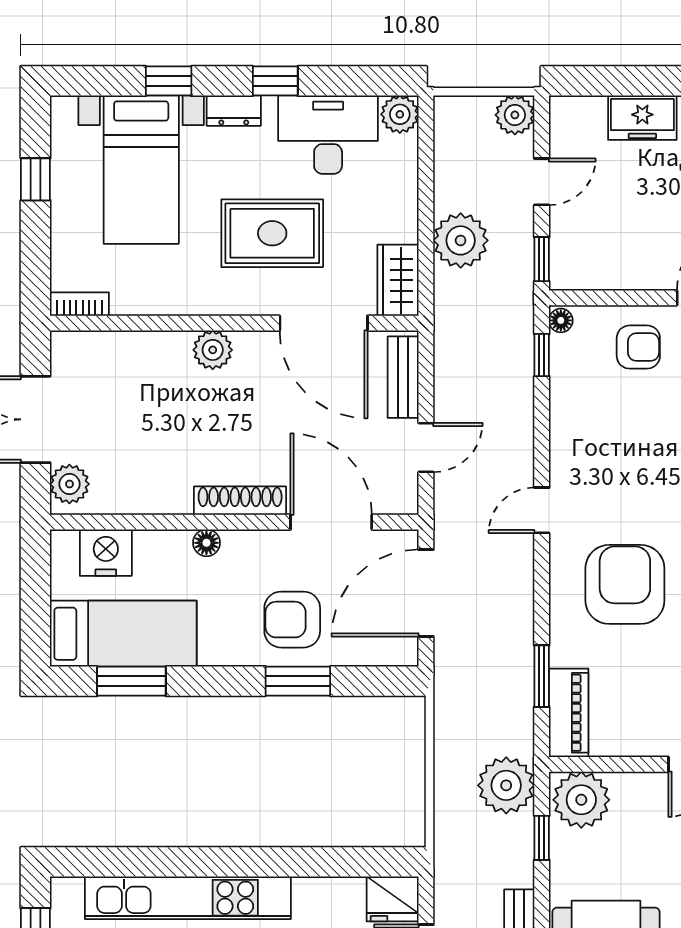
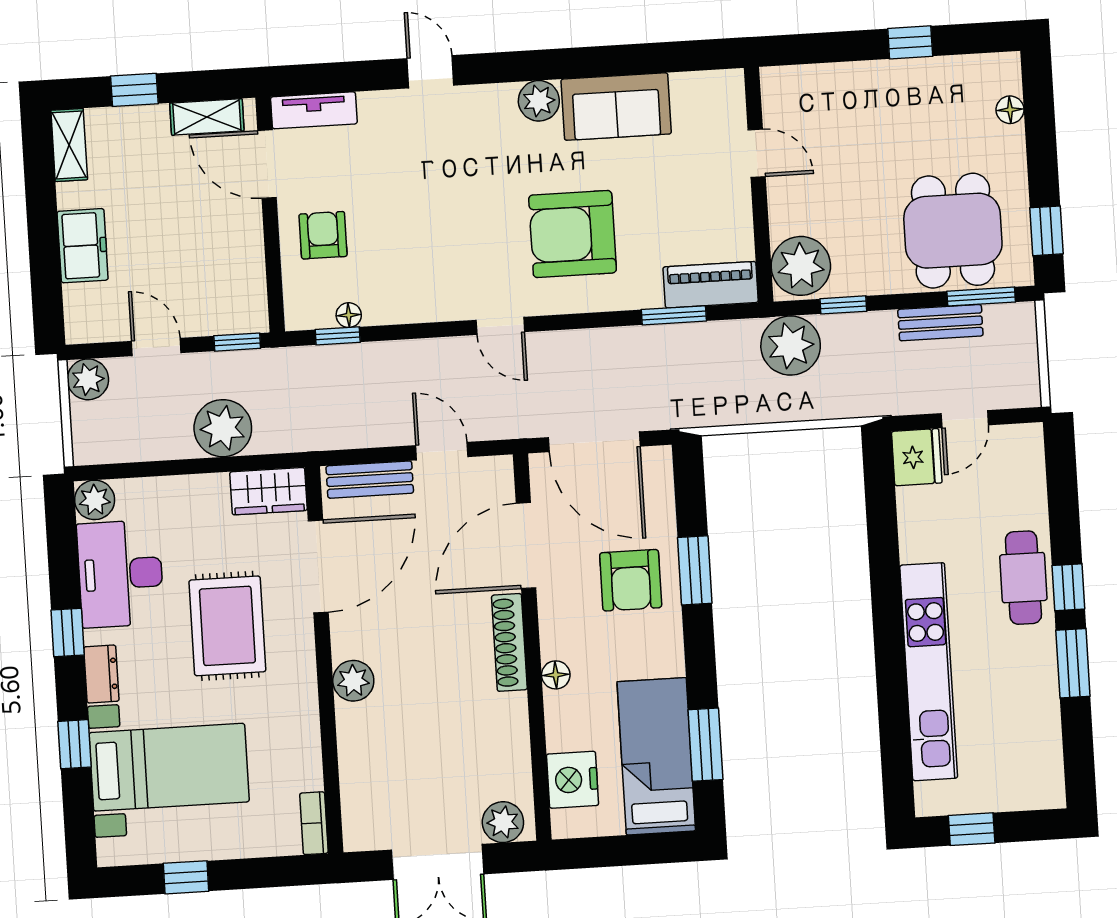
floor lamp: (561, 320) -> (349, 315), moved

